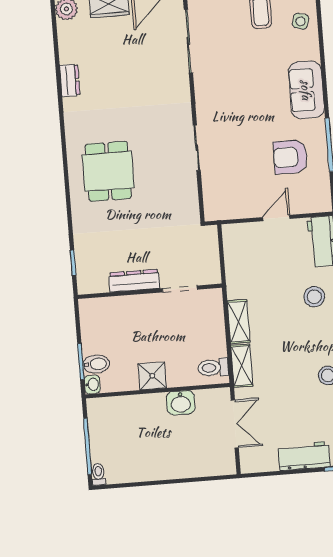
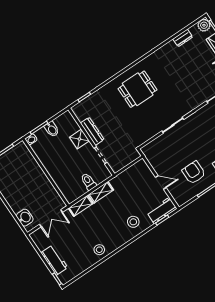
dresser: (70, 80) -> (183, 38), moved
bidet: (96, 364) -> (52, 129), moved
toilet: (213, 368) -> (88, 182), moved
shower: (152, 376) -> (79, 139), moved
washbasin: (181, 403) -> (25, 218), moved, turned 180

